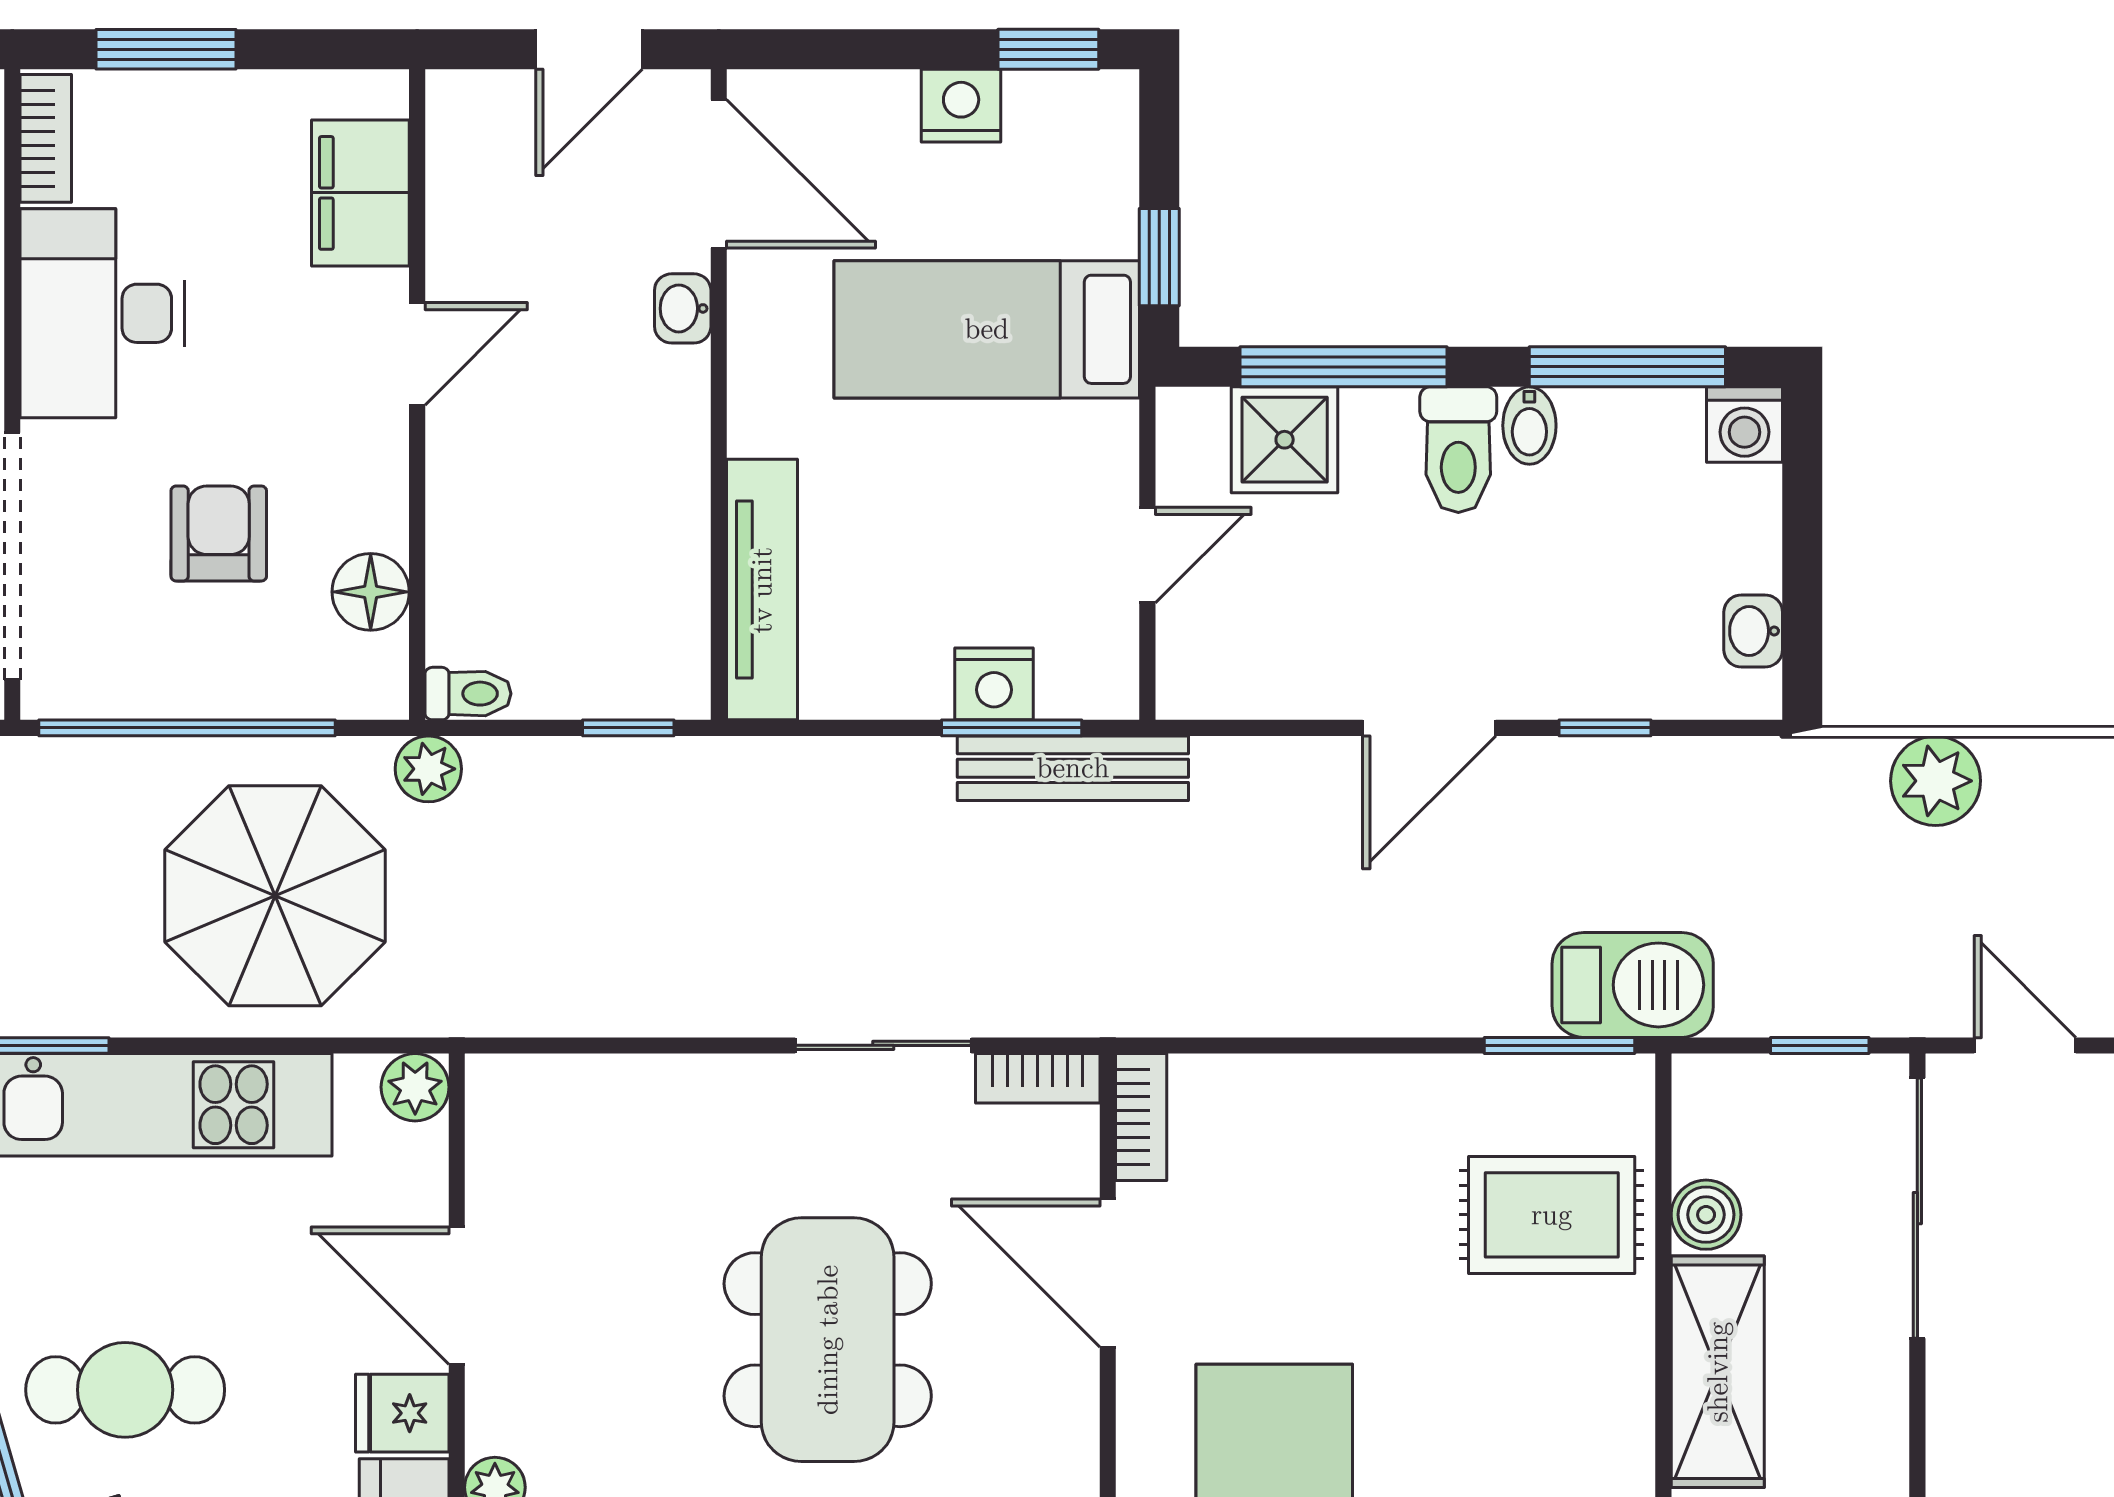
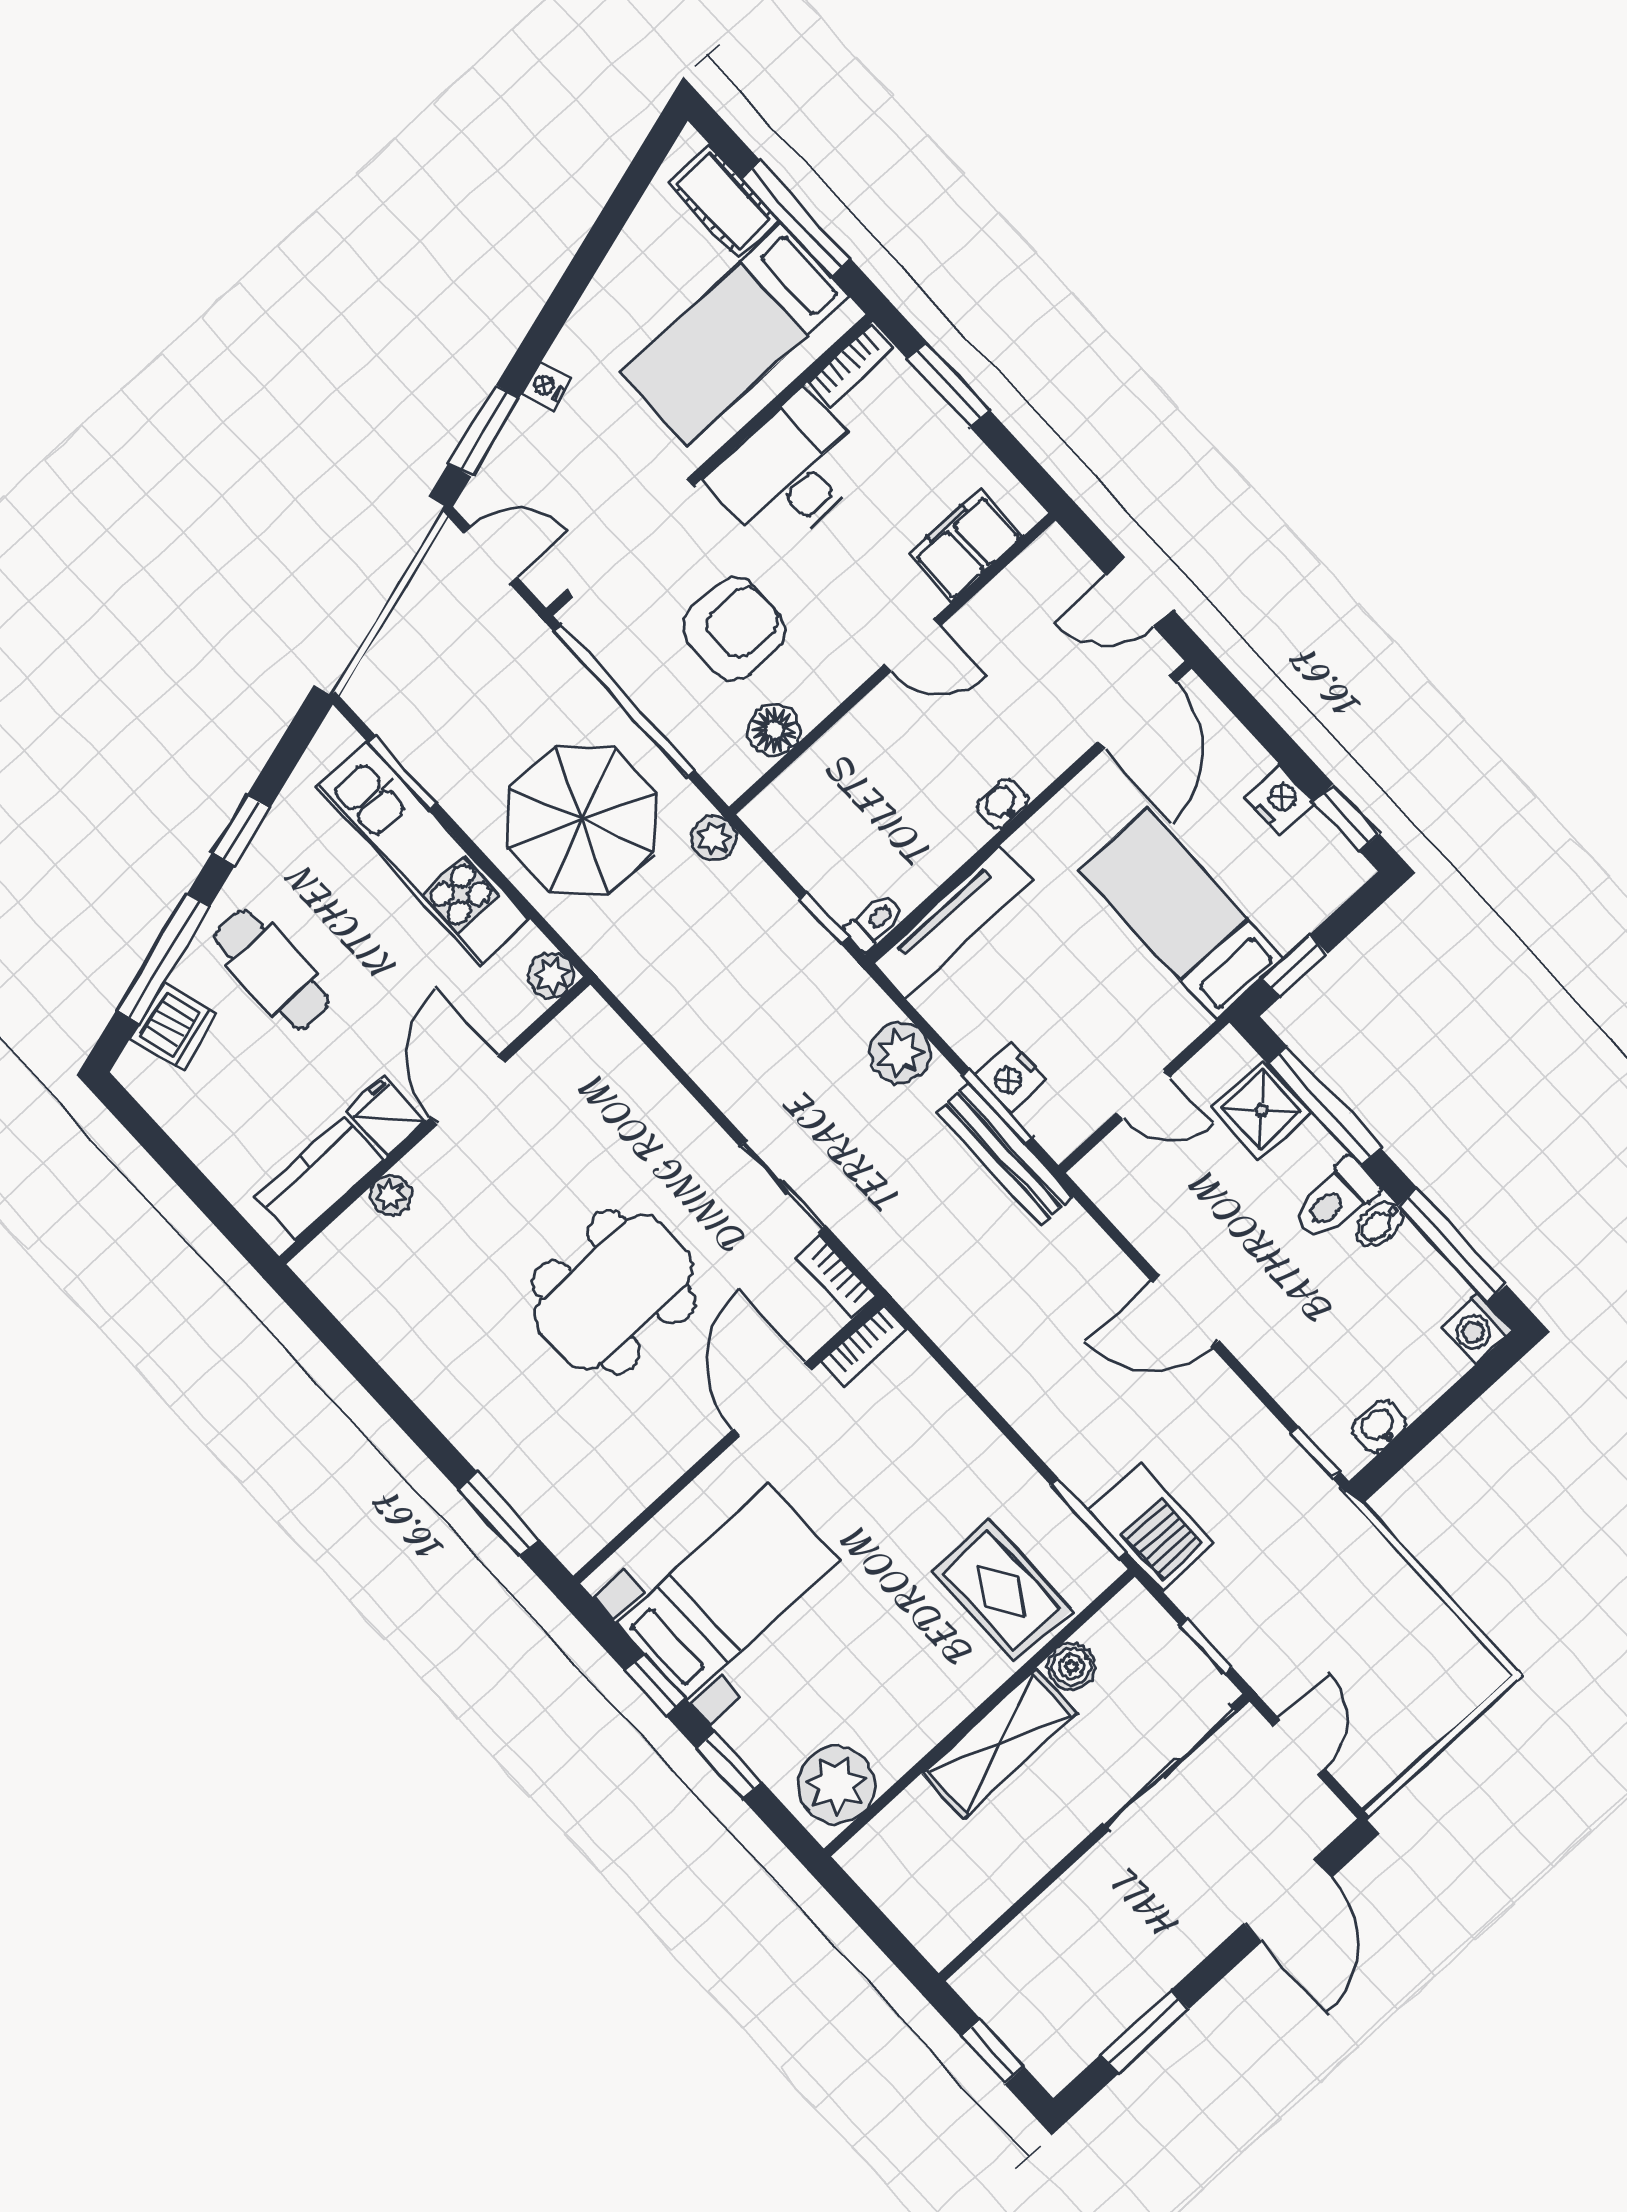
washbasin: (683, 308) -> (1002, 804), moved
armchair: (219, 534) -> (734, 629), width x1.38, depth x1.38
toilet: (468, 694) -> (874, 922), moved, turned -90
window: (1605, 728) -> (1316, 1453), moved
plant: (1936, 781) -> (900, 1053), moved

